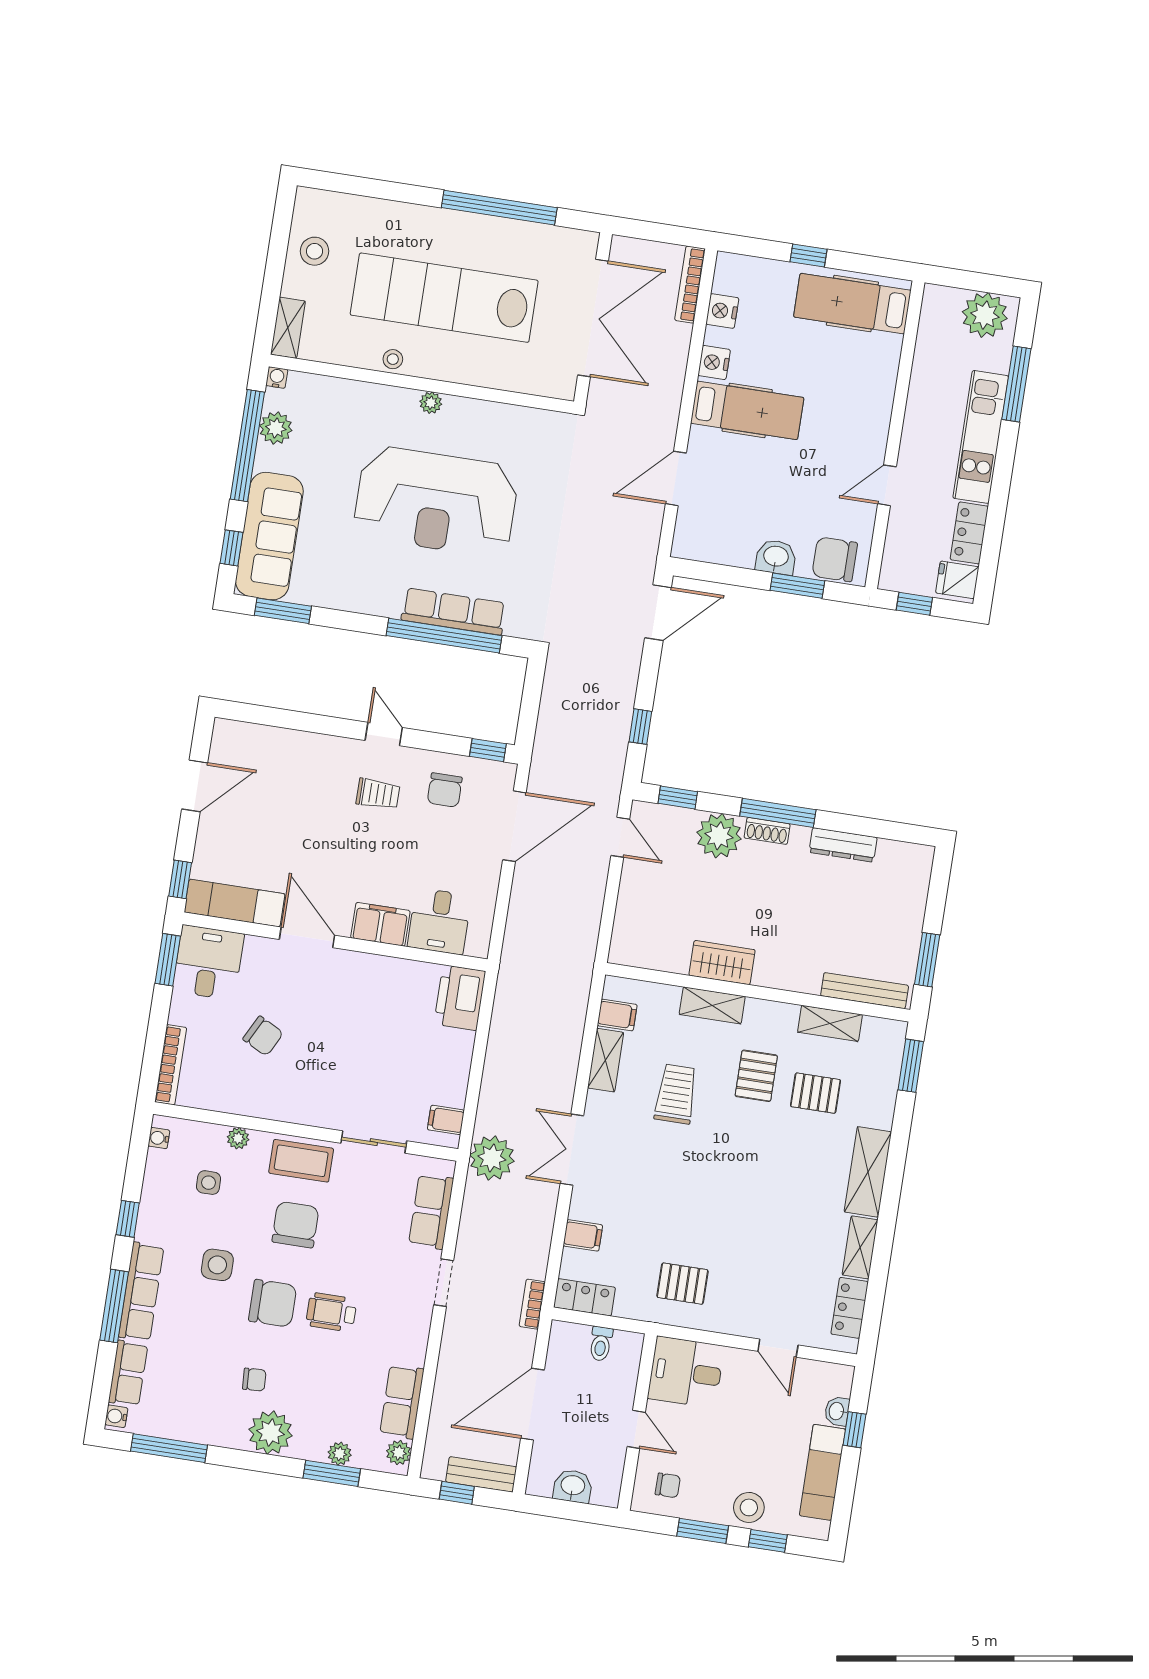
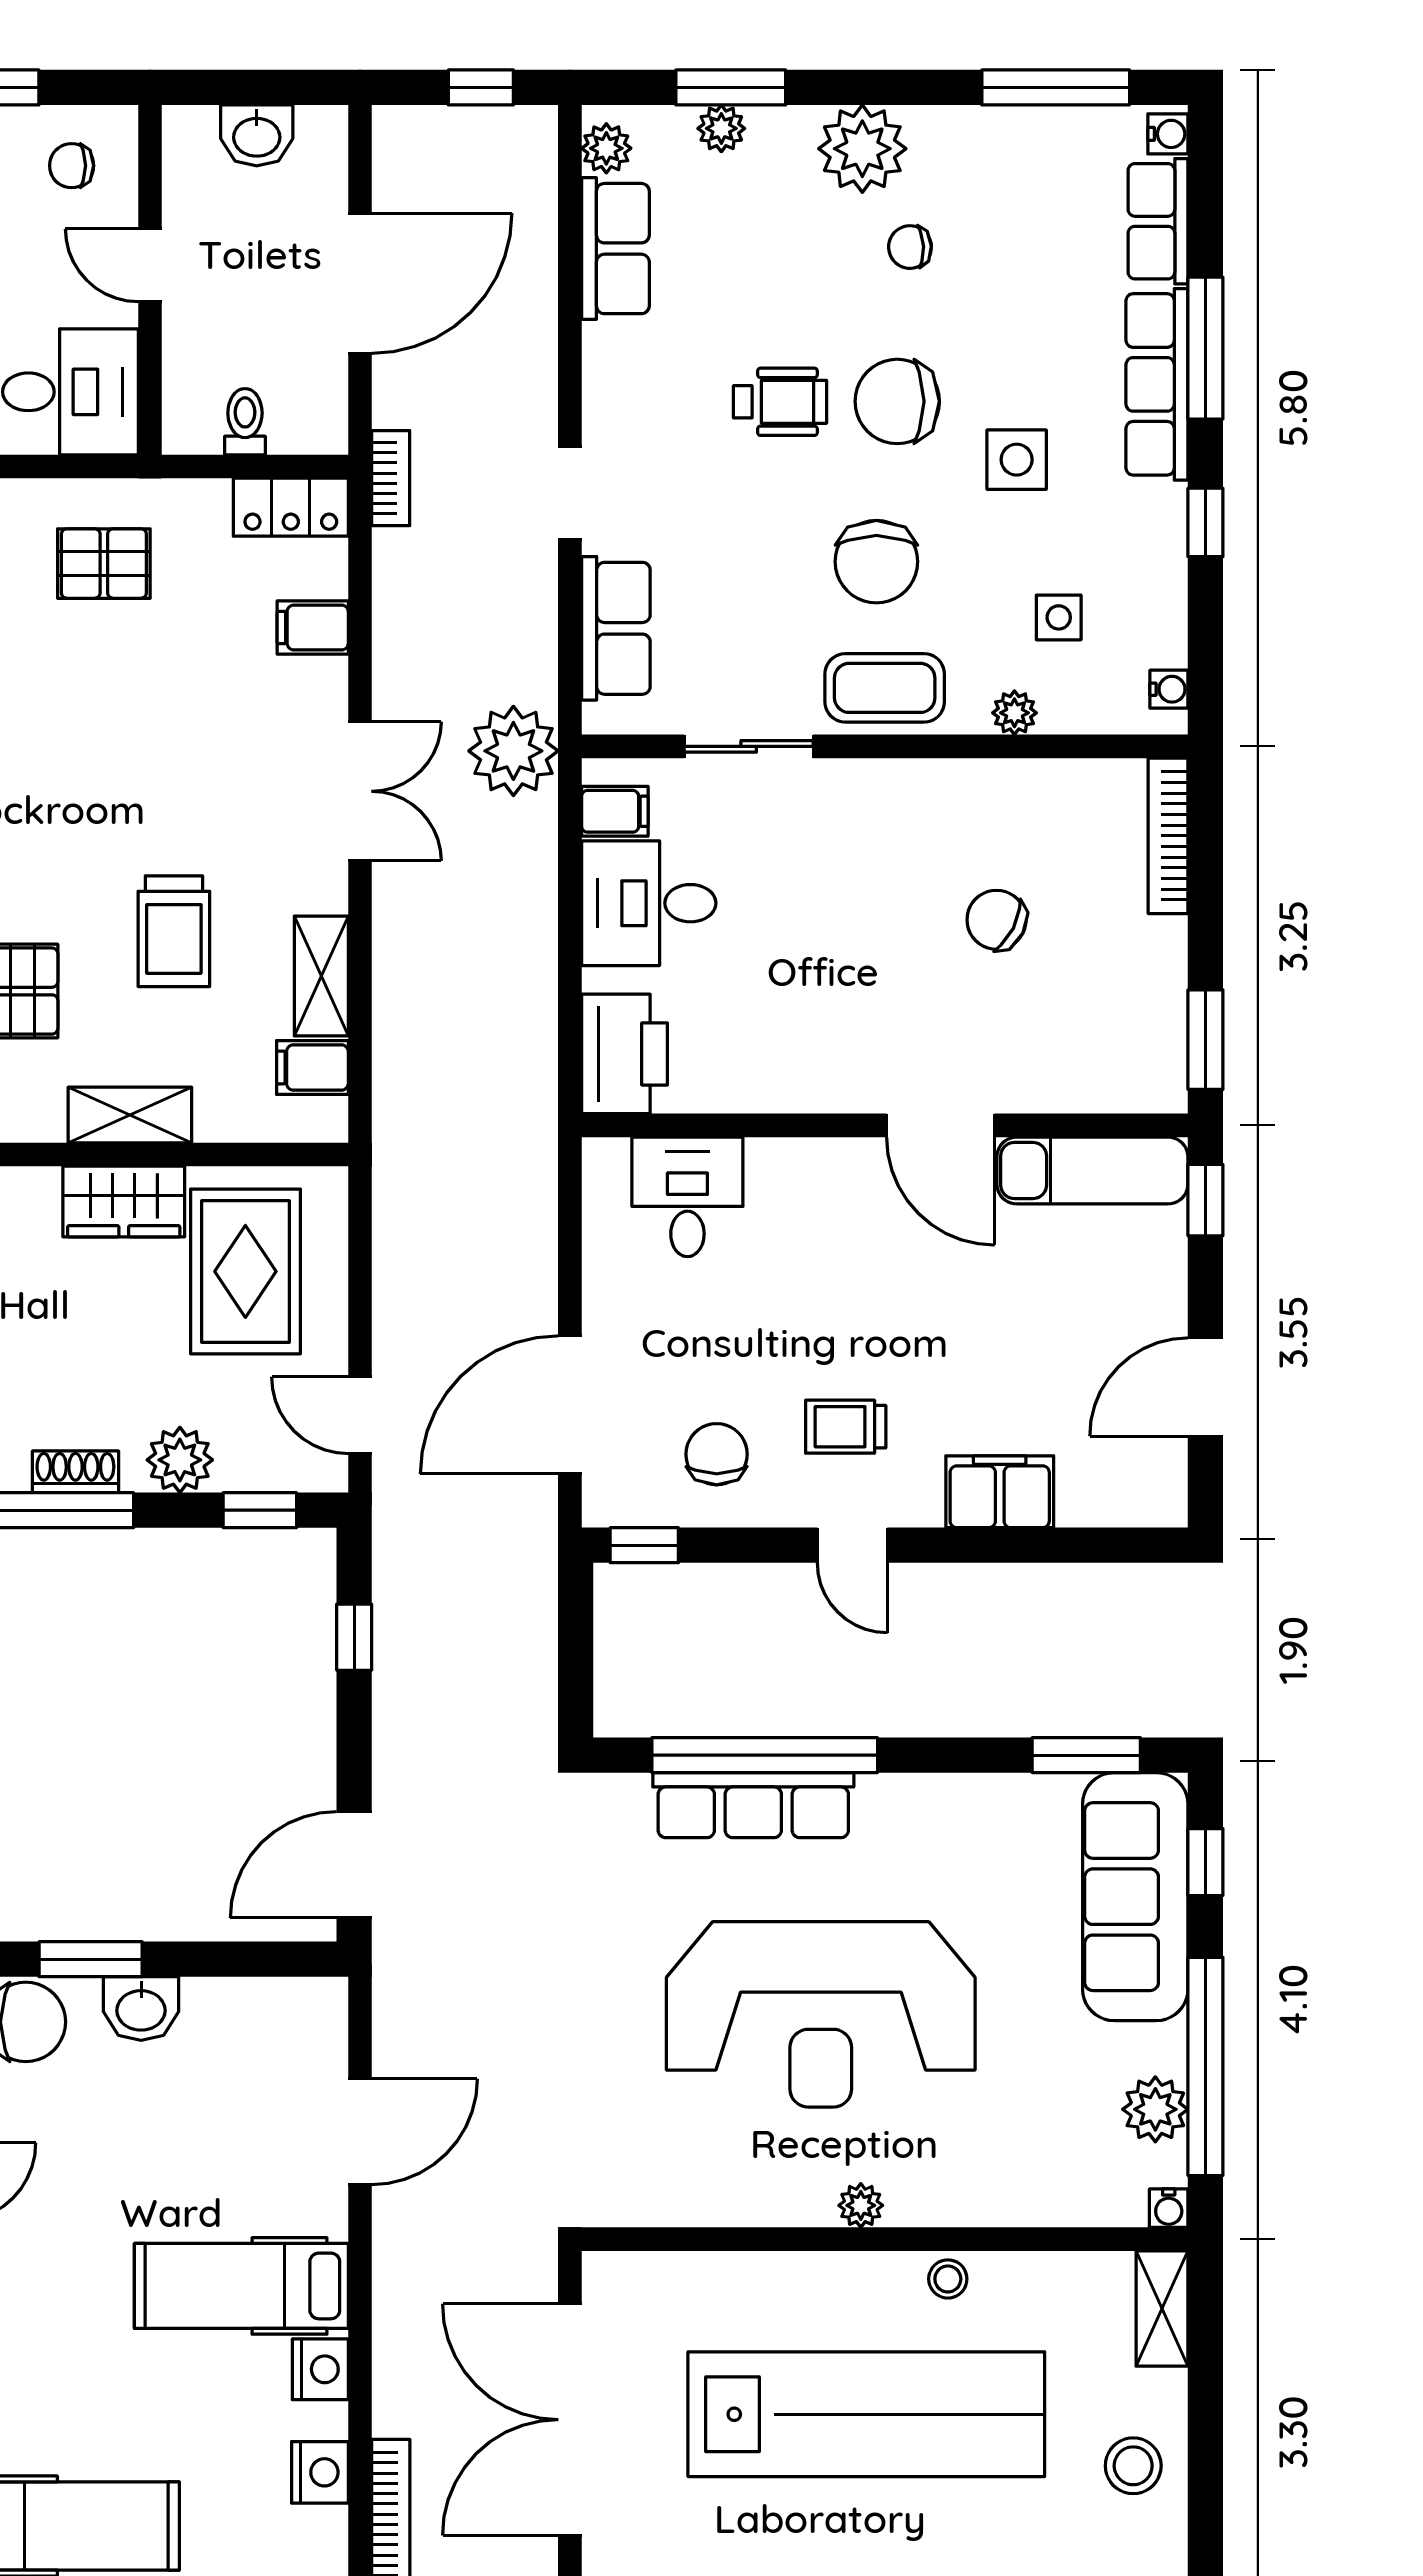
reception desk: (436, 501) -> (821, 2014), turned 180
plant: (719, 836) -> (180, 1460), width x0.73, depth x0.73
rug: (666, 918) -> (245, 1271), added
filing cabinet: (380, 924) -> (1000, 1492), moved, turned 180
desk: (208, 963) -> (649, 903), moved, turned 90
bench: (481, 1474) -> (439, 131), removed

